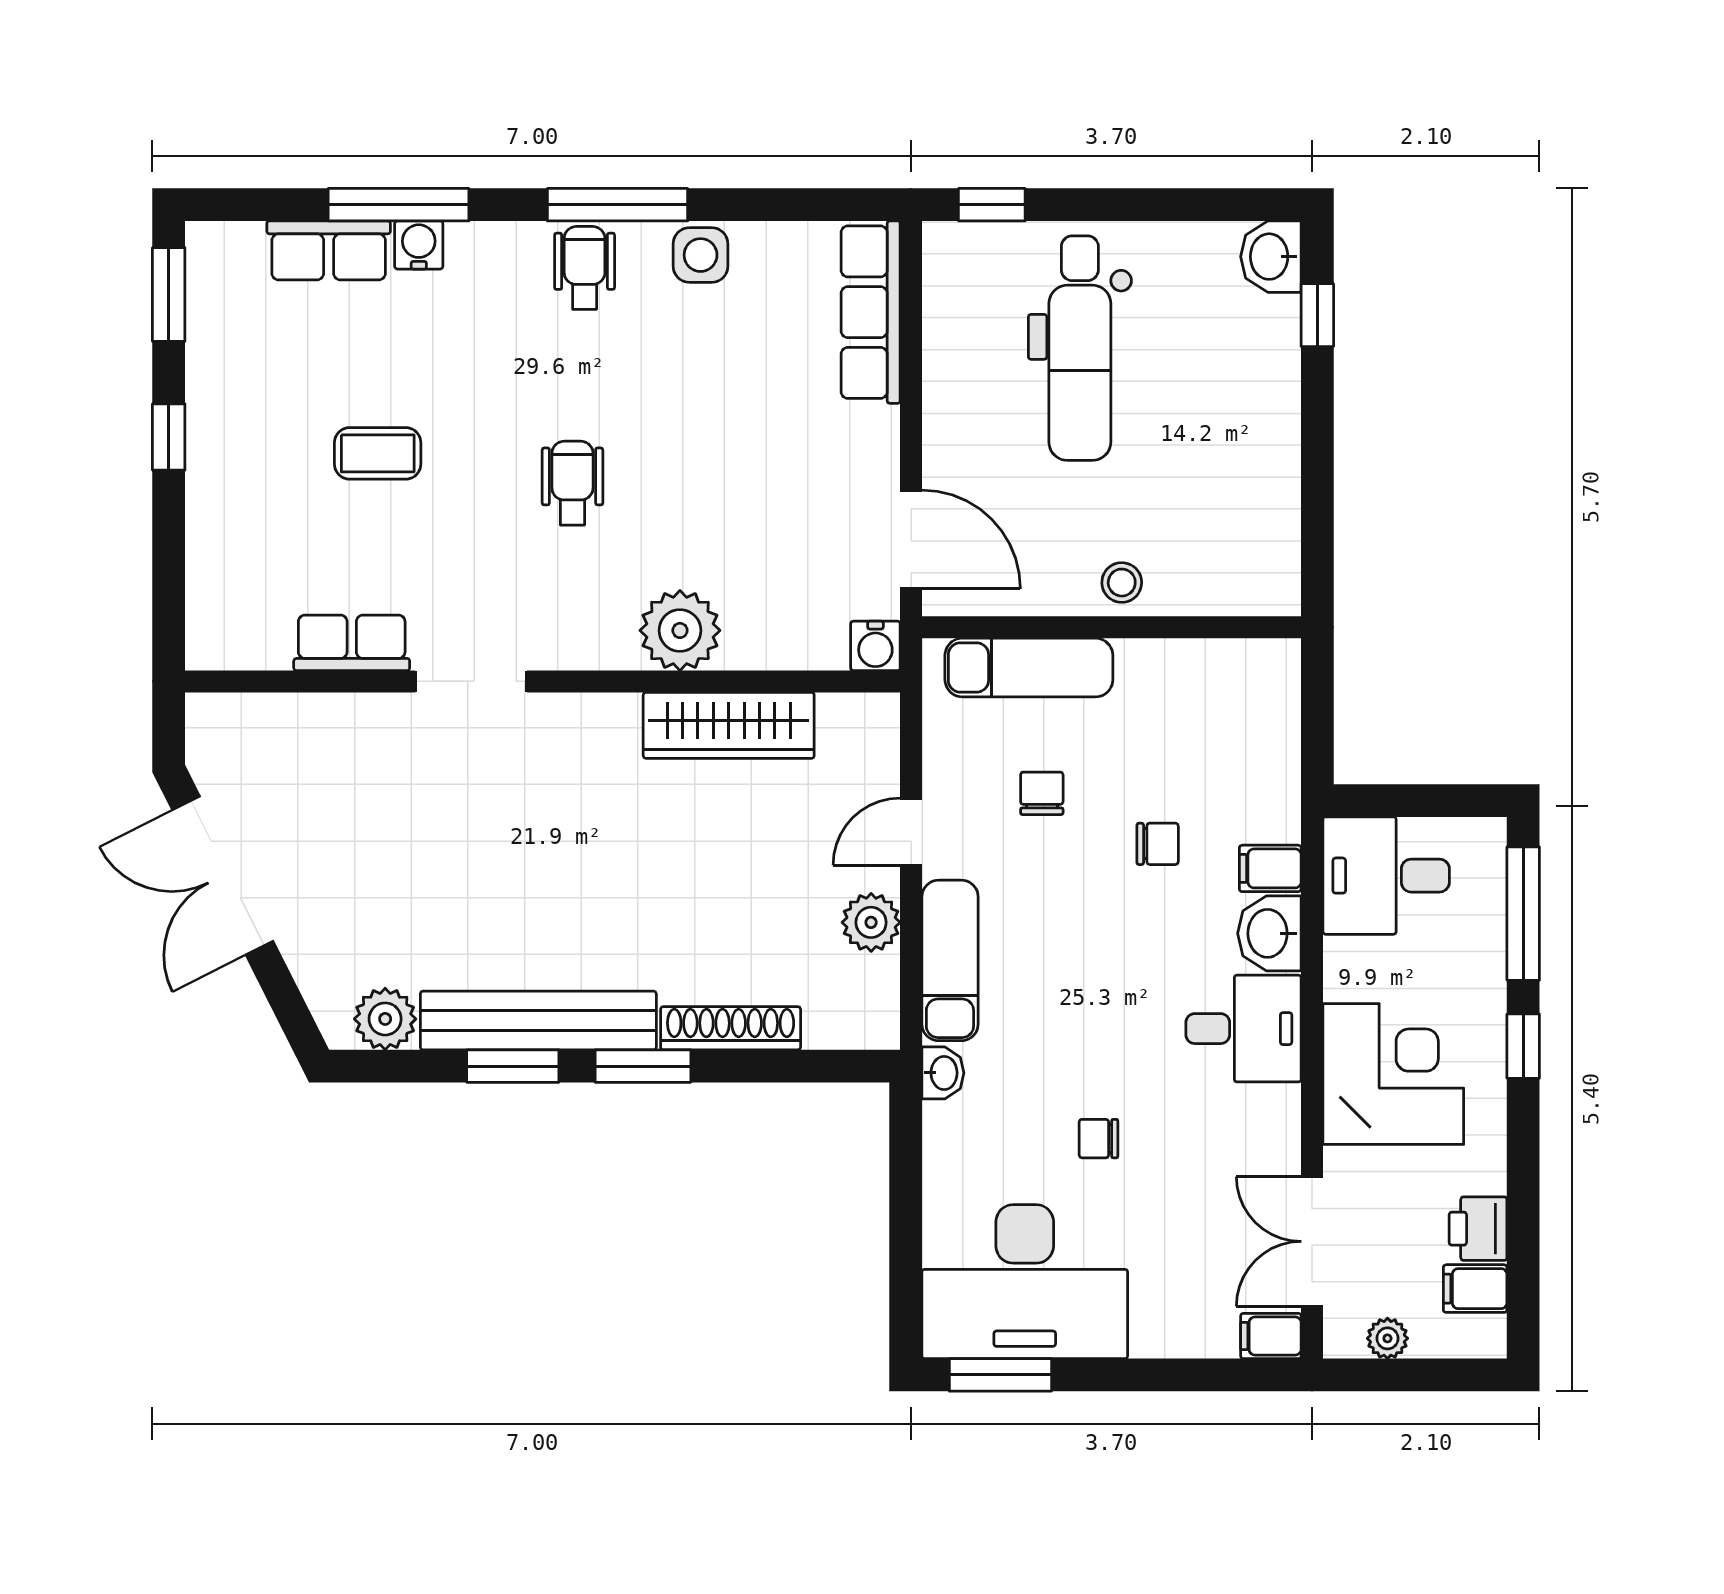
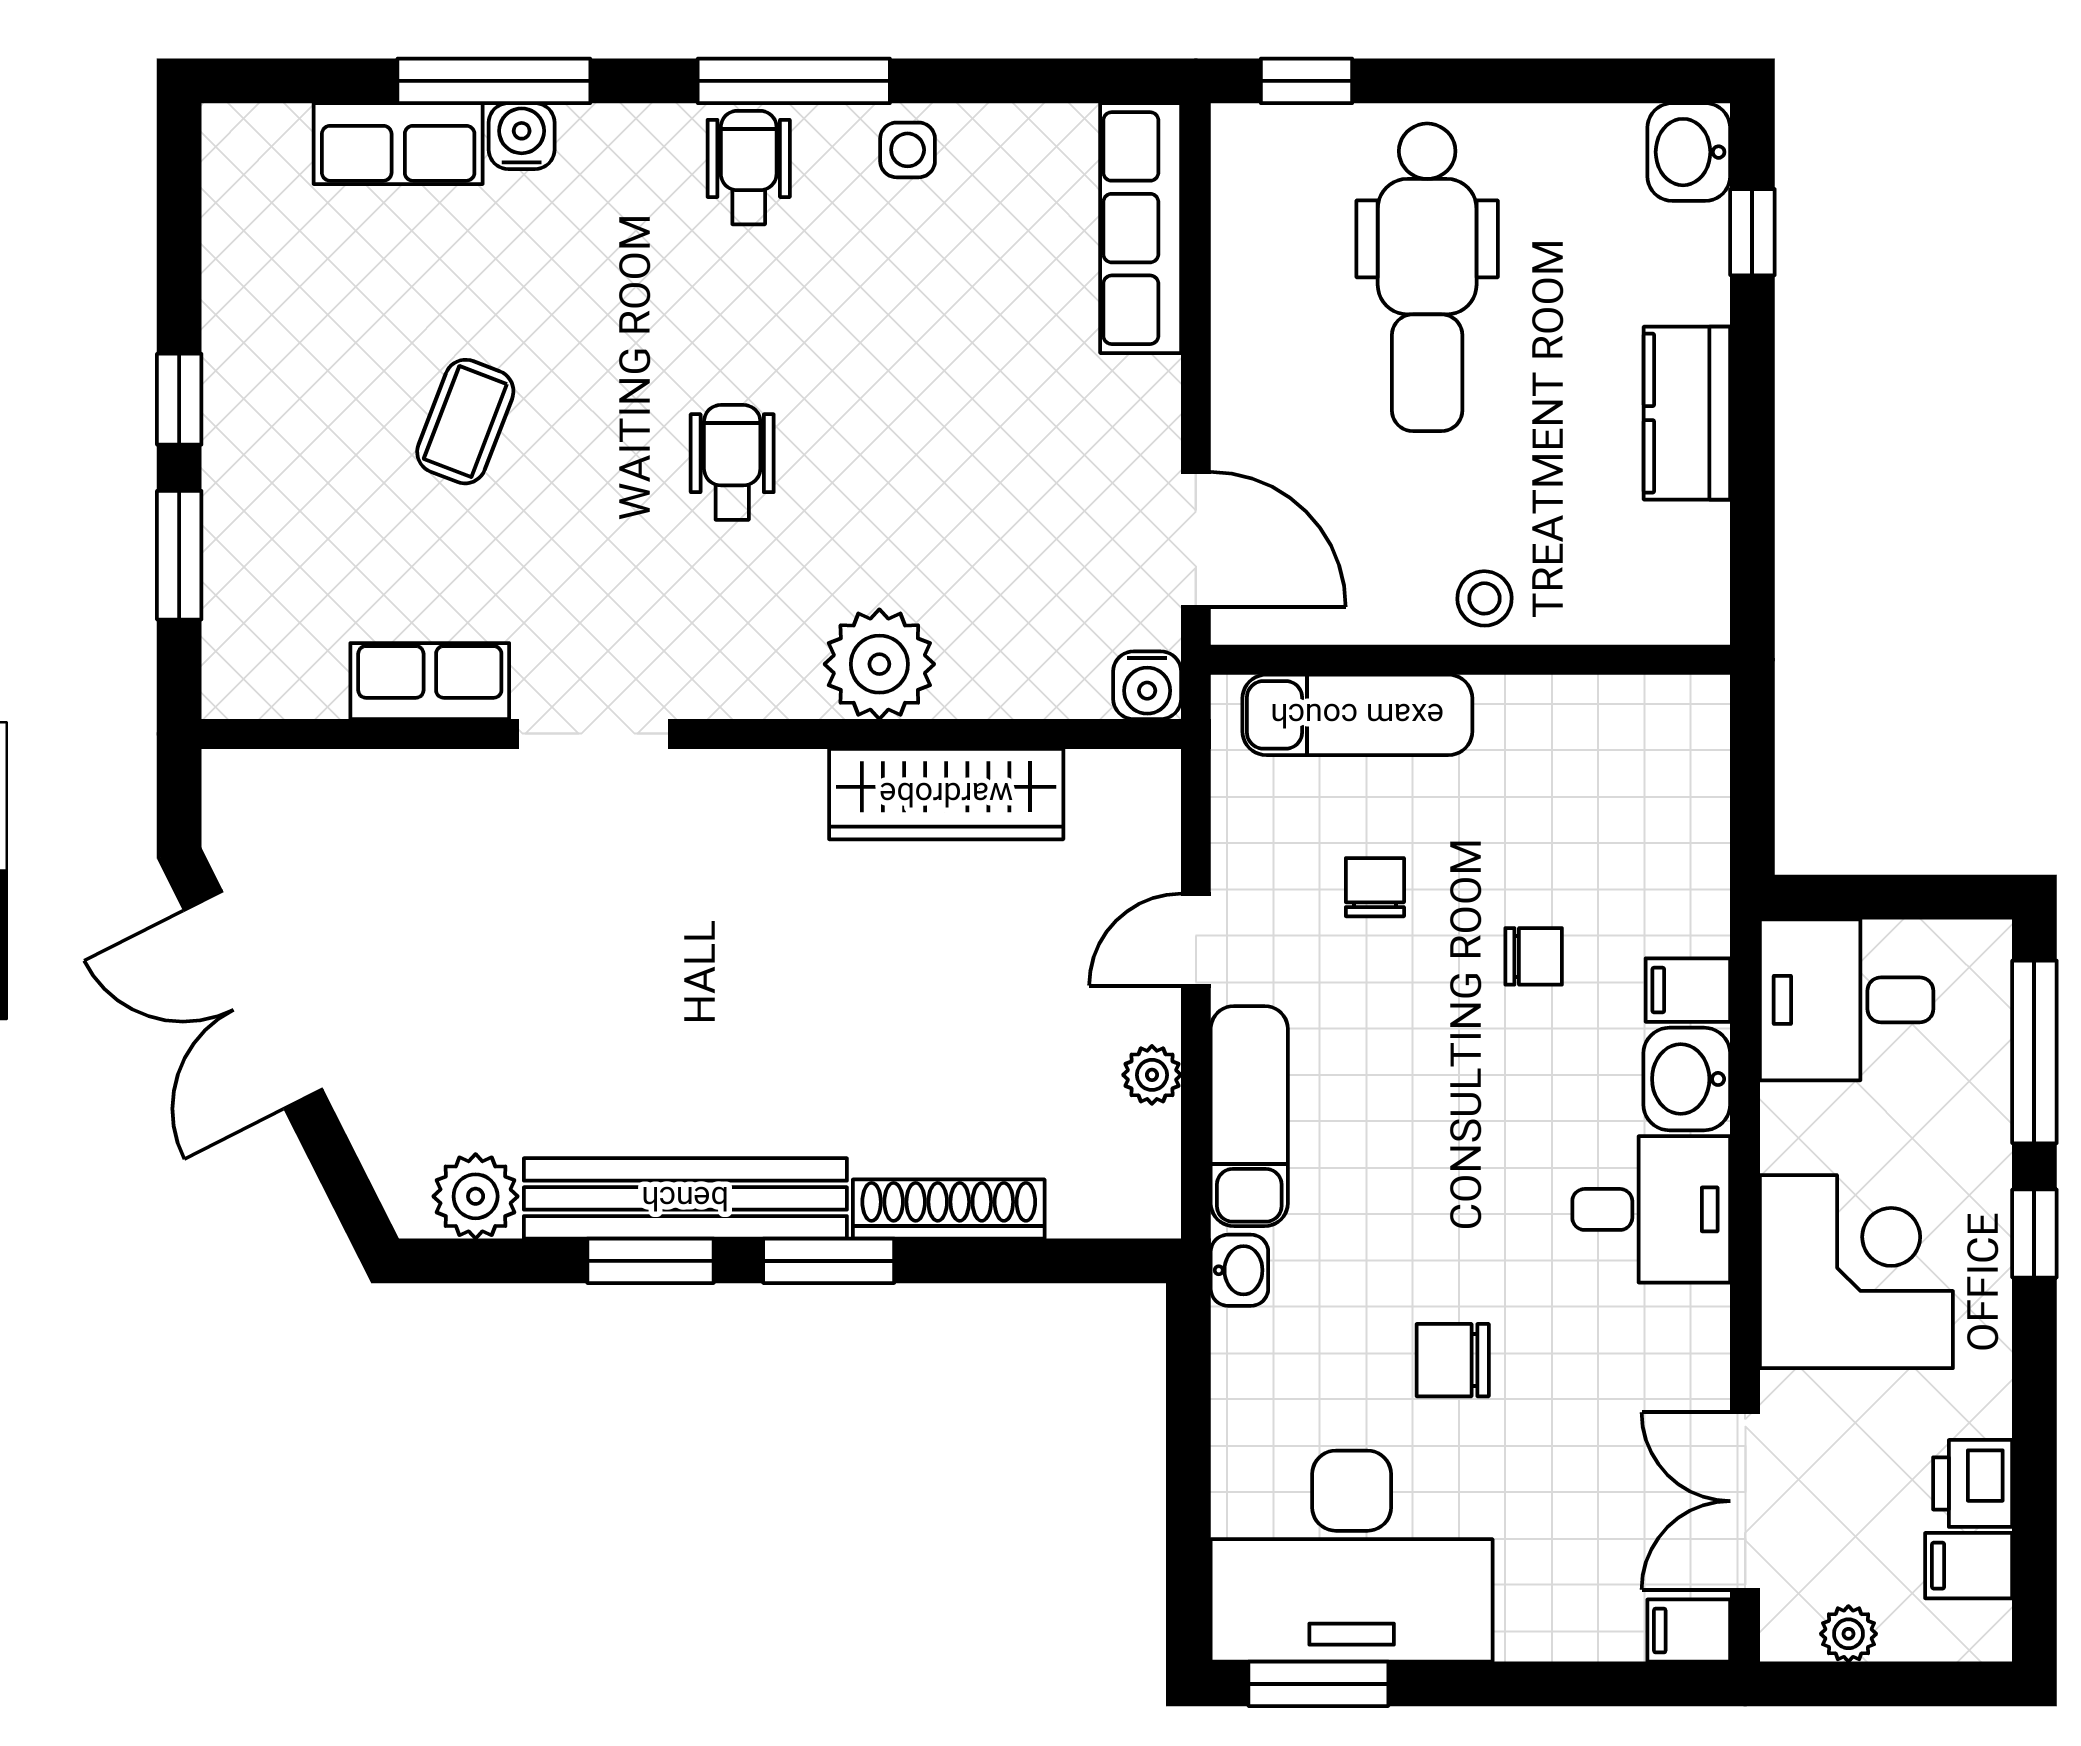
side table: (701, 255) -> (908, 150), width x0.73, depth x0.73
window: (169, 295) -> (179, 555), moved
kitchen counter: (1270, 447) -> (1687, 413), added
coffee table: (378, 453) -> (465, 422), turned -69
plant: (871, 922) -> (1152, 1075), width x0.73, depth x0.73
chair: (1099, 1139) -> (1453, 1360), width x1.37, depth x1.37

